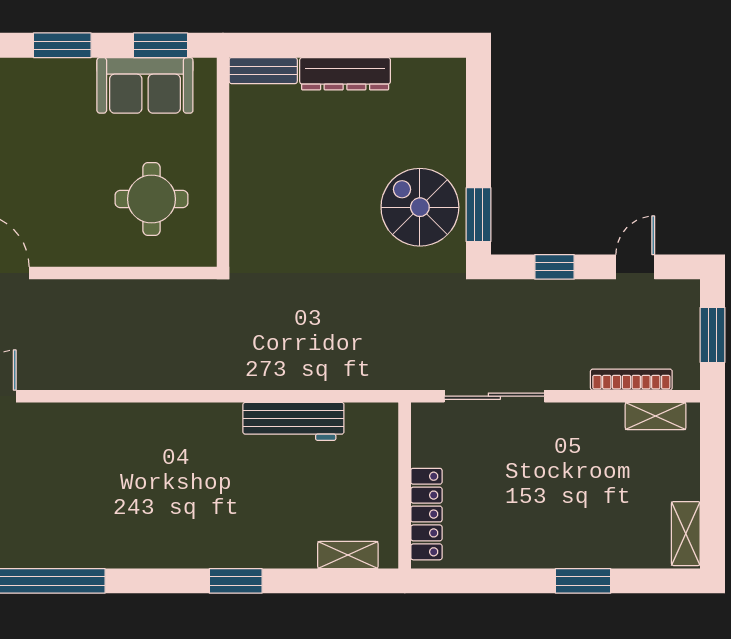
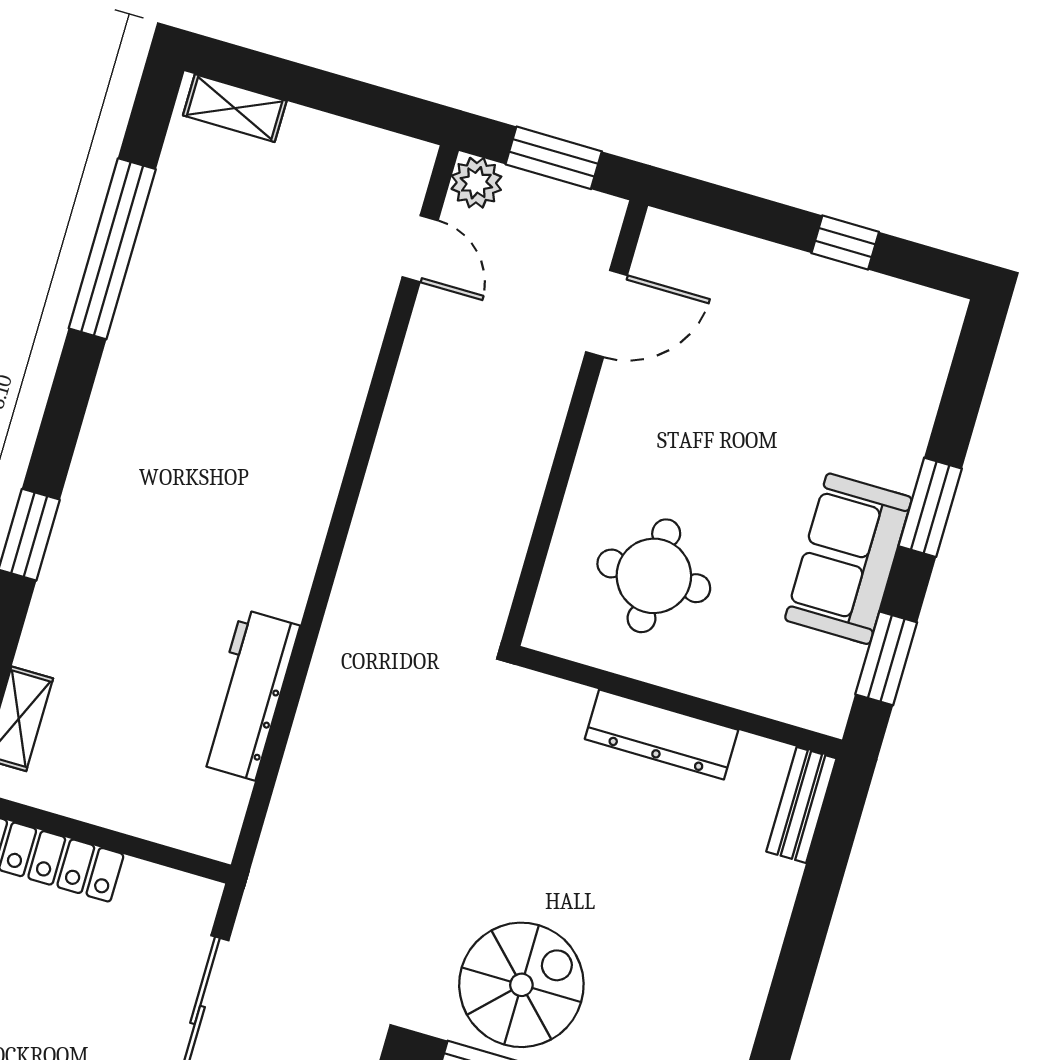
dresser: (345, 74) -> (662, 734), moved, turned -90
sofa: (145, 85) -> (848, 559), moved

